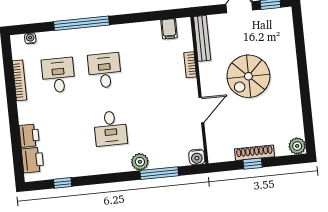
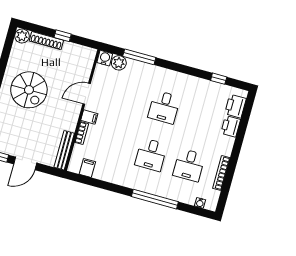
spiral stairs: (248, 76) -> (29, 90), moved, turned 90
filing cabinet: (189, 86) -> (89, 117), added
desk: (110, 128) -> (164, 107), turned 180
shoe rack: (255, 153) -> (46, 41), moved
plant: (140, 162) -> (119, 63), moved

